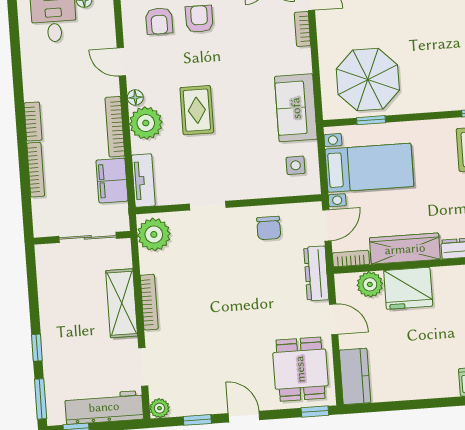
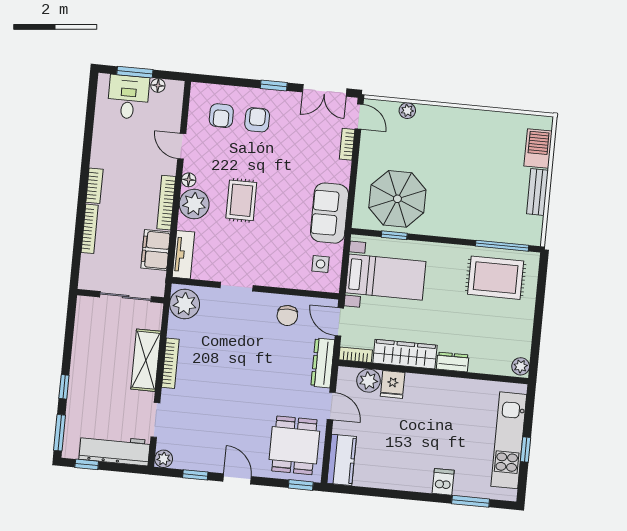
door: (327, 225) -> (339, 322), swing flipped
fridge: (408, 288) -> (393, 384), width x0.53, depth x0.75

